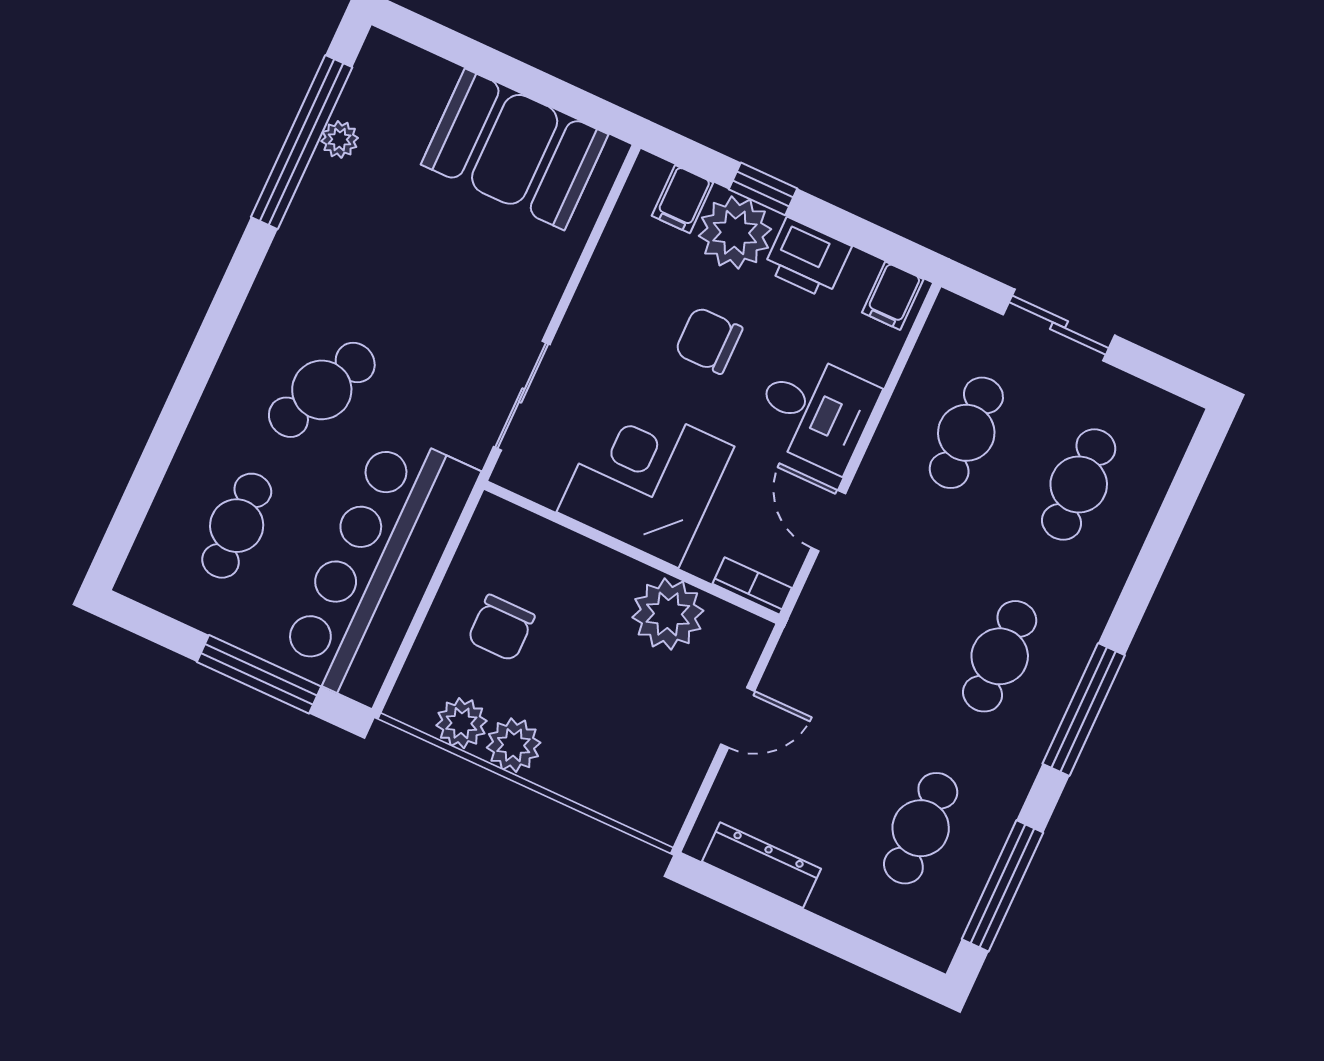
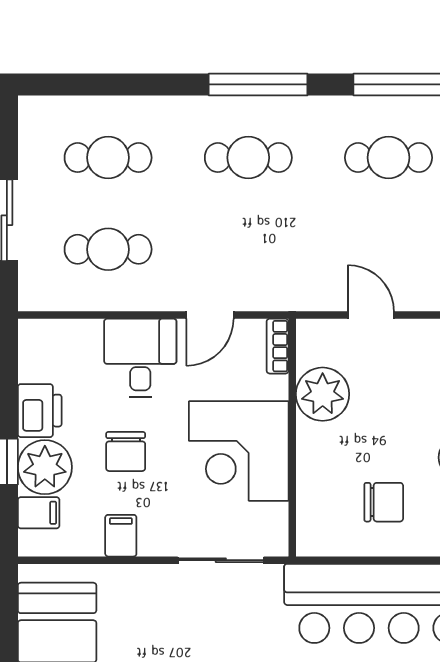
filing cabinet: (893, 296) -> (121, 536), moved, turned -90

